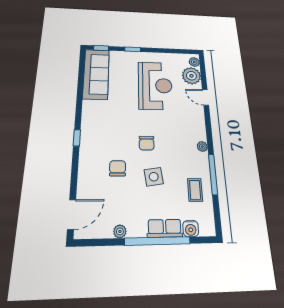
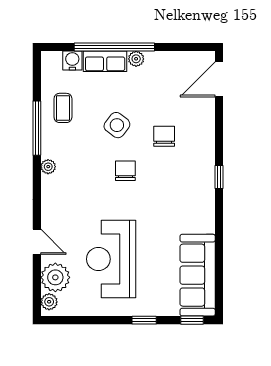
chair: (118, 168) -> (164, 136), turned 180
side table: (154, 177) -> (117, 125), turned 45
plant: (120, 231) -> (136, 59), moved

